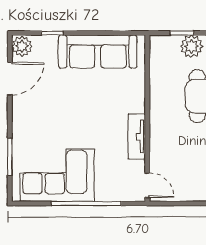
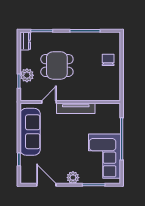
plant: (22, 46) -> (73, 178), moved
tv unit: (137, 137) -> (76, 108), width x1.41
door: (147, 185) -> (49, 102), moved

